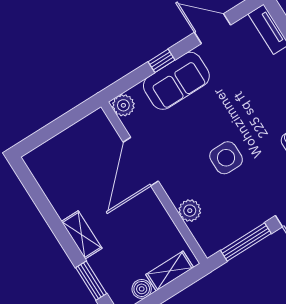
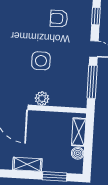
plant: (190, 211) -> (42, 98), moved

